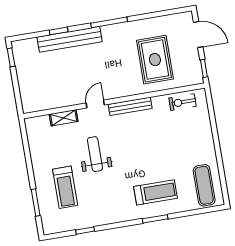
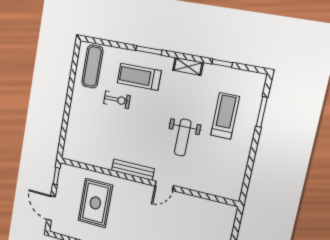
exercise bike: (183, 102) -> (117, 100), moved
shelving: (64, 118) -> (188, 66), moved

